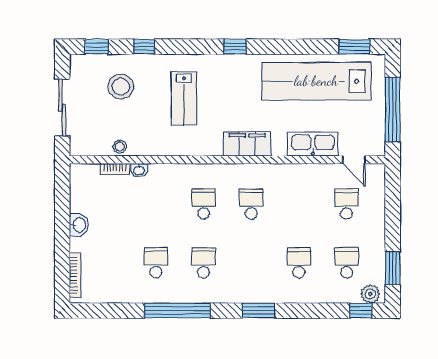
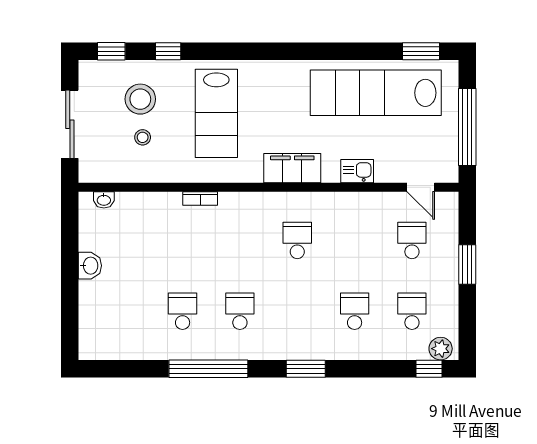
window: (235, 47) -> (278, 51), removed
lab bench: (184, 98) -> (216, 113), width x1.36, depth x1.39
kitchen sink: (313, 144) -> (357, 171), width x0.53, depth x0.81
stool: (120, 147) -> (143, 137), moved
bookcase: (115, 169) -> (200, 198), moved
washbasin: (139, 170) -> (104, 200), moved
school desk: (204, 204) -> (240, 240), removed
window: (393, 268) -> (467, 264), moved
bookcase: (75, 275) -> (85, 326), removed

